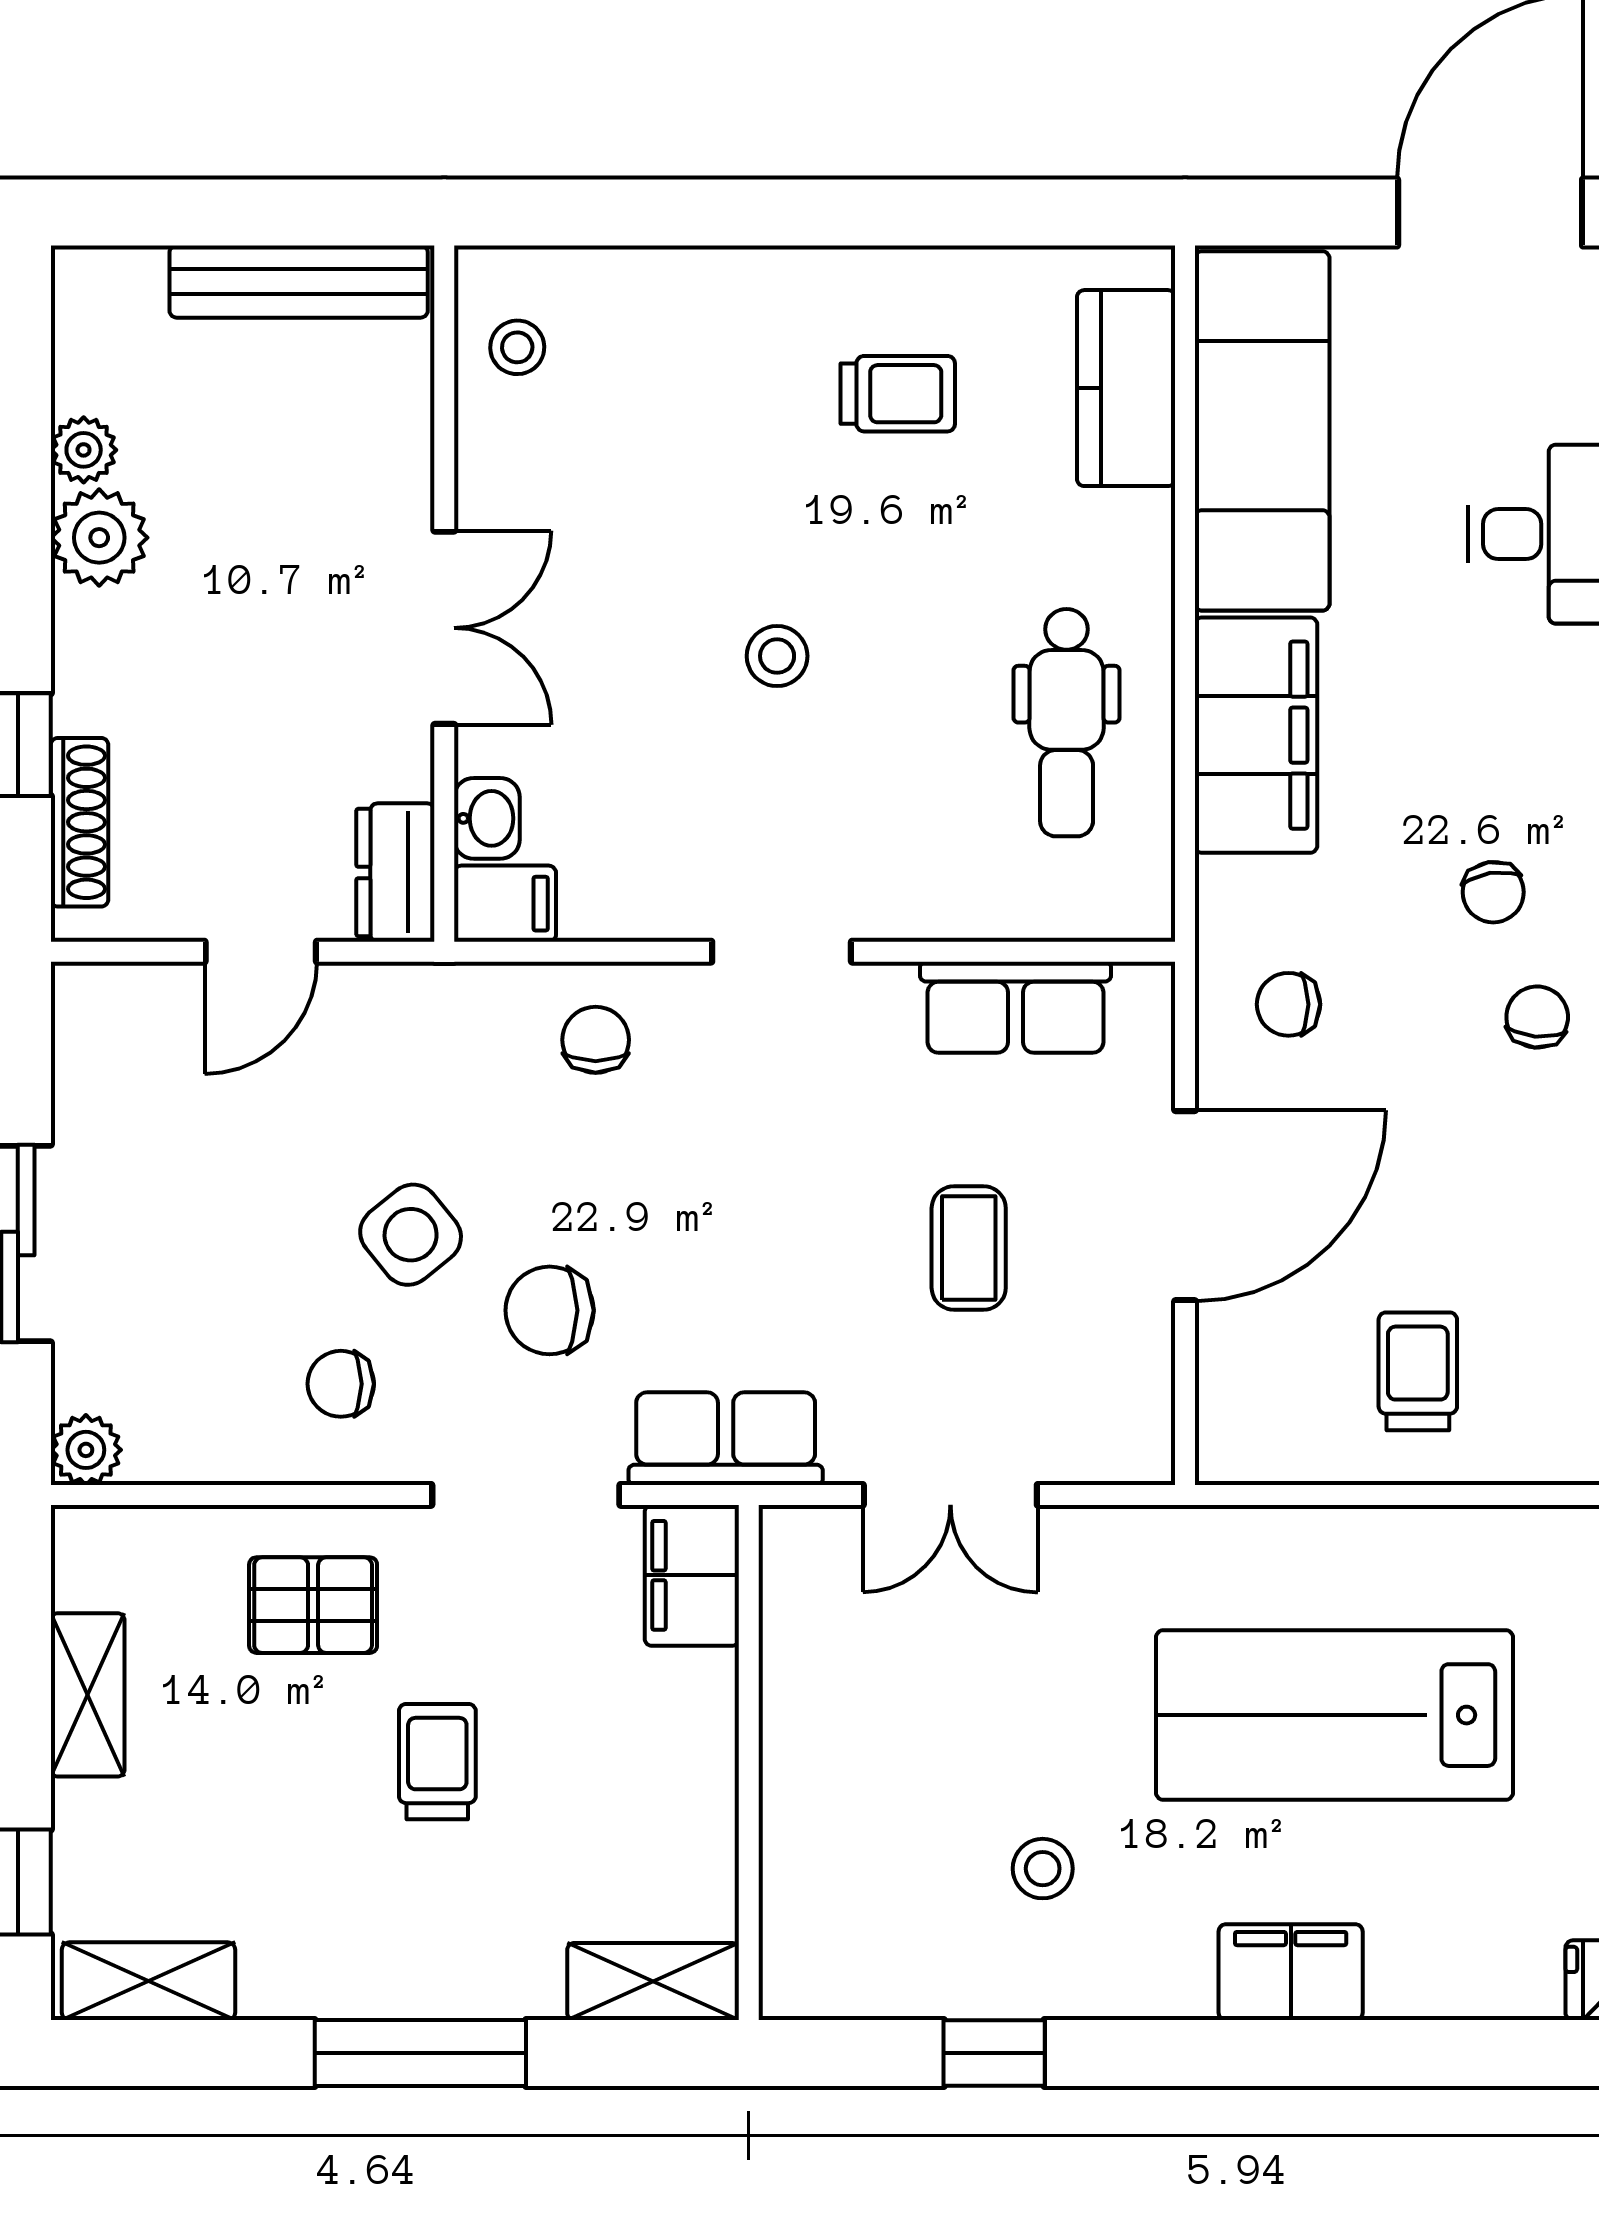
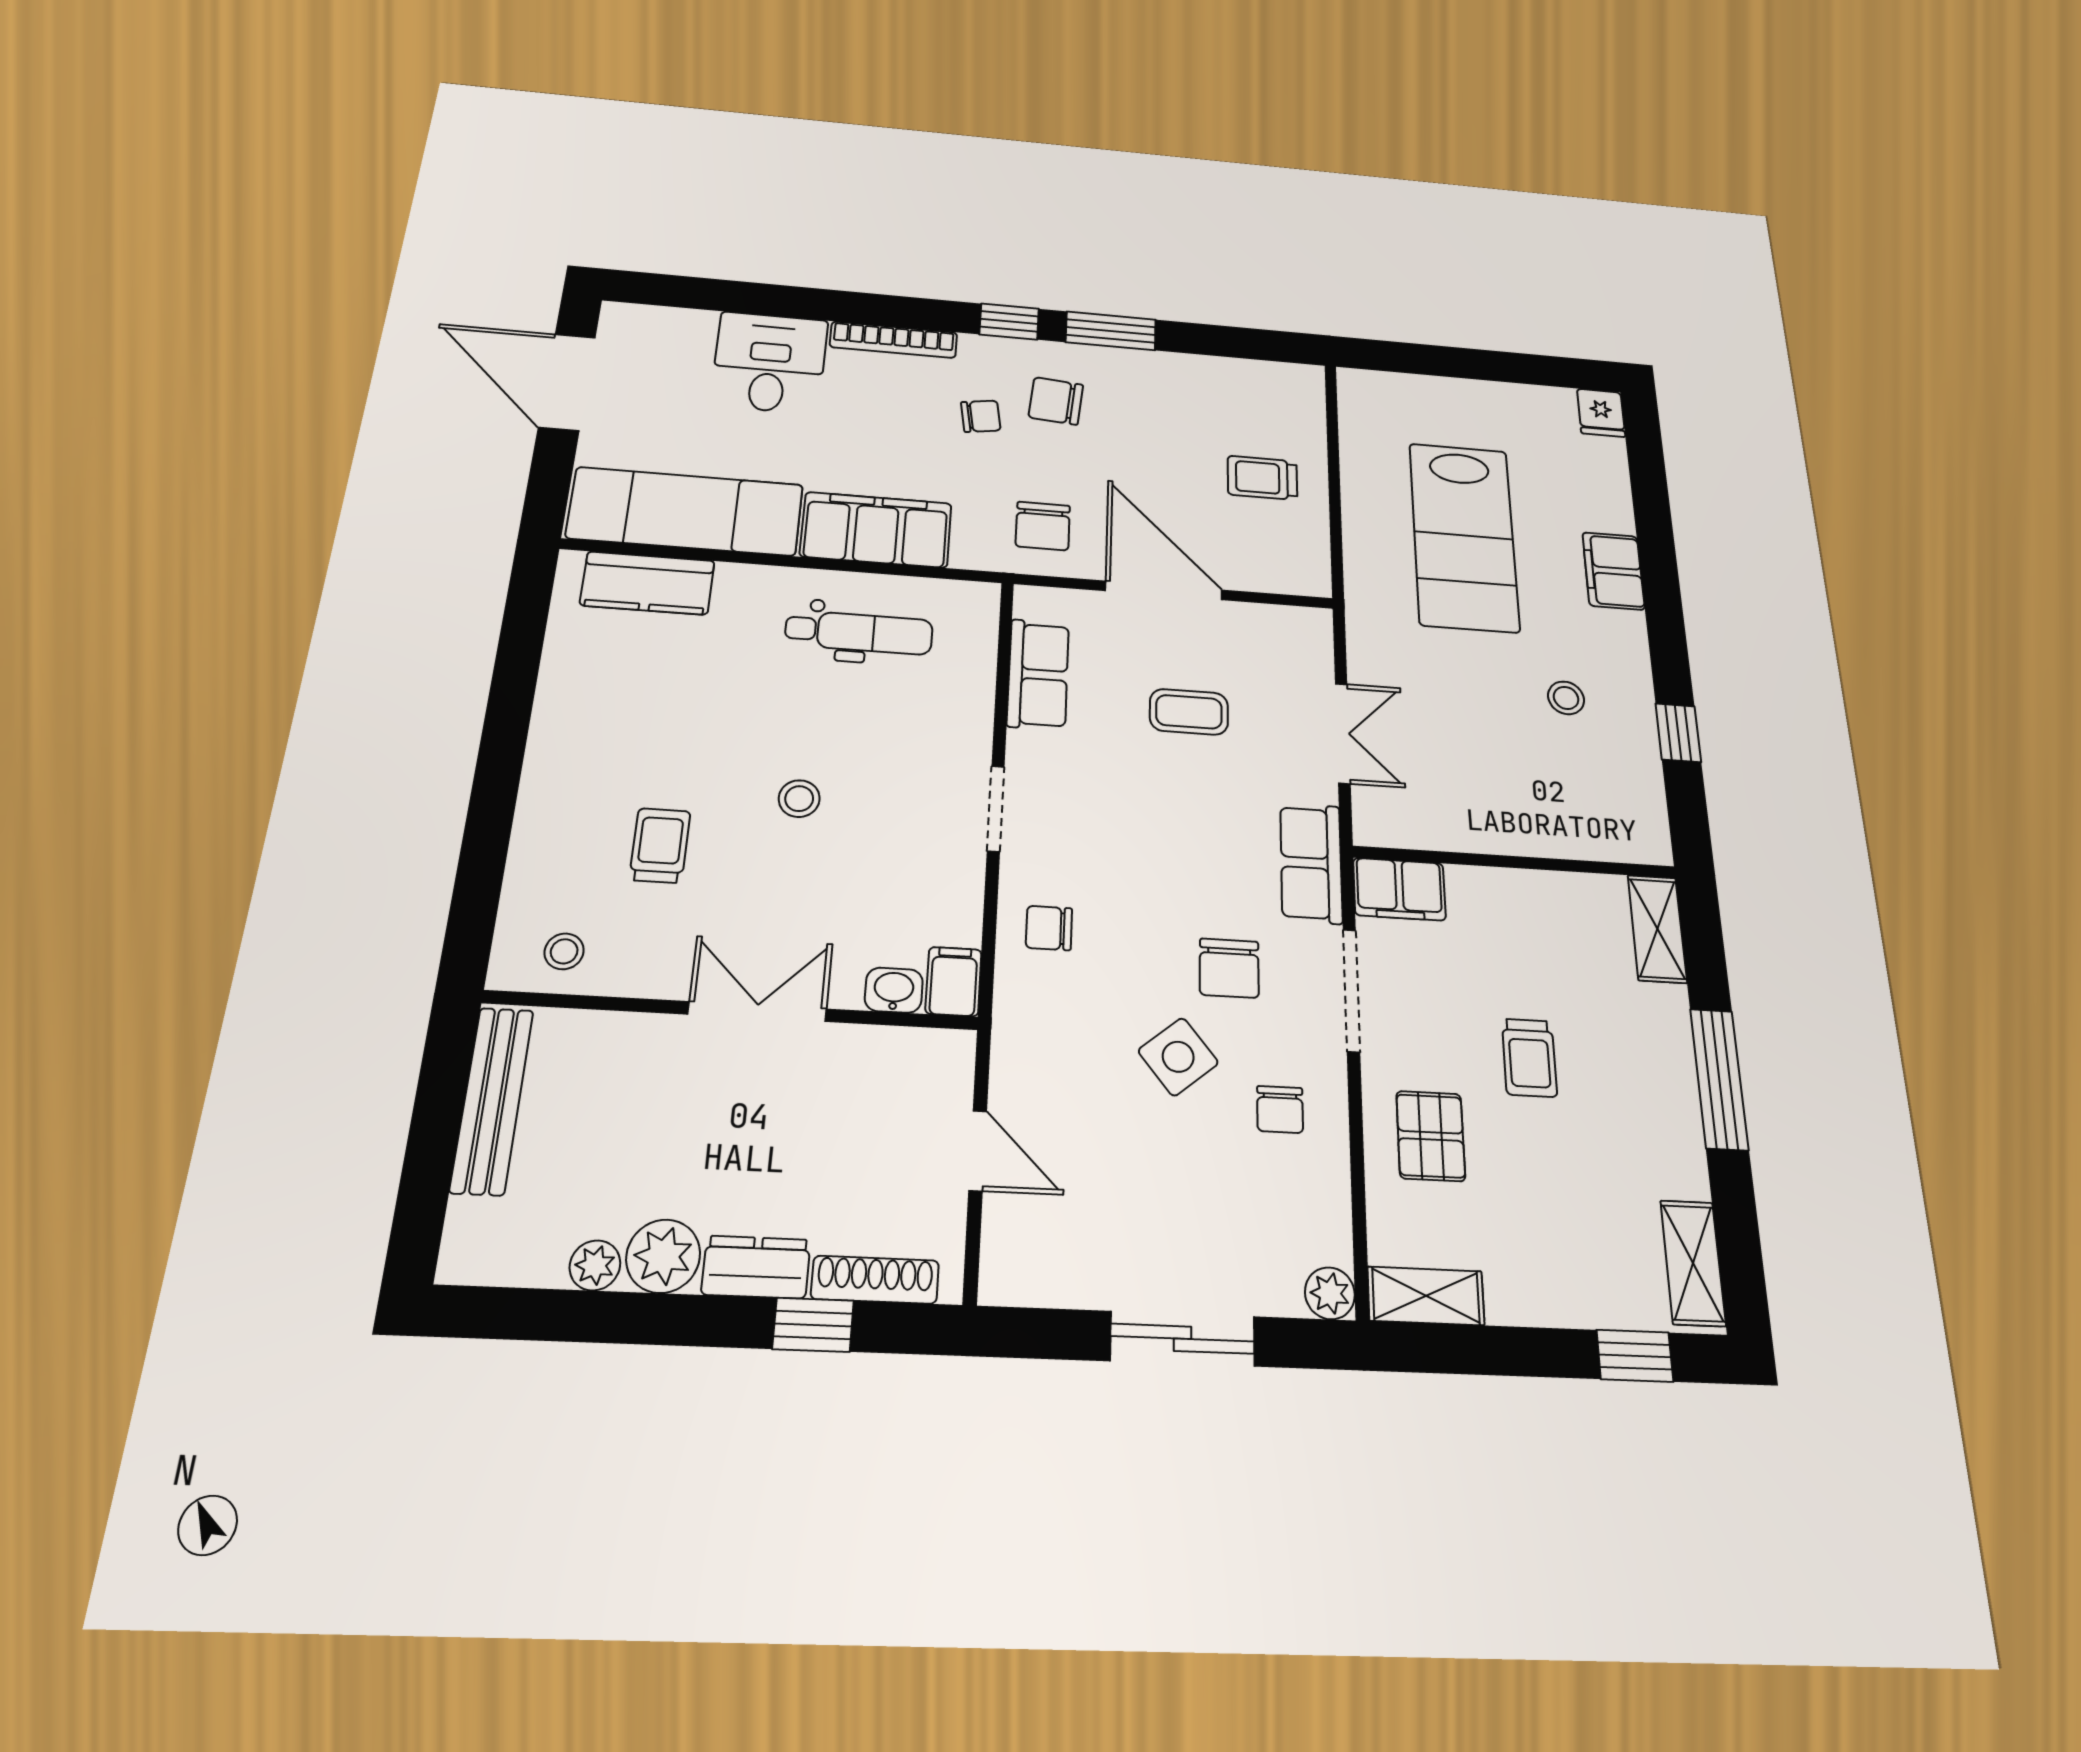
trolley: (898, 394) -> (660, 845), moved
dresser: (395, 872) -> (756, 1267), moved, turned 180
chair: (1288, 1004) -> (1043, 526), width x1.37, depth x1.37
chair: (1537, 1017) -> (1056, 401), width x1.37, depth x1.37
shelving: (88, 1695) -> (1426, 1296), moved
trolley: (437, 1762) -> (1529, 1058), turned -90

